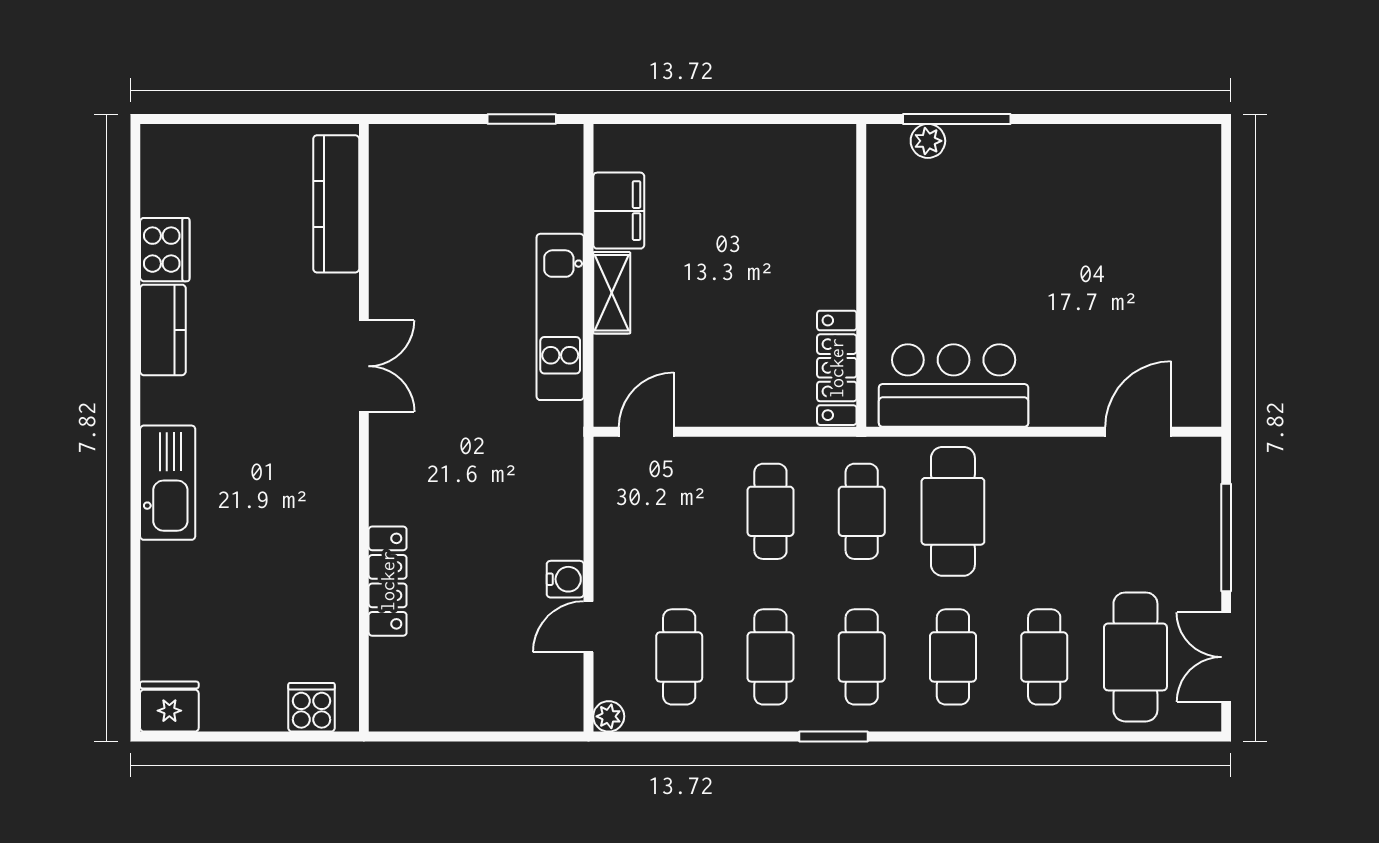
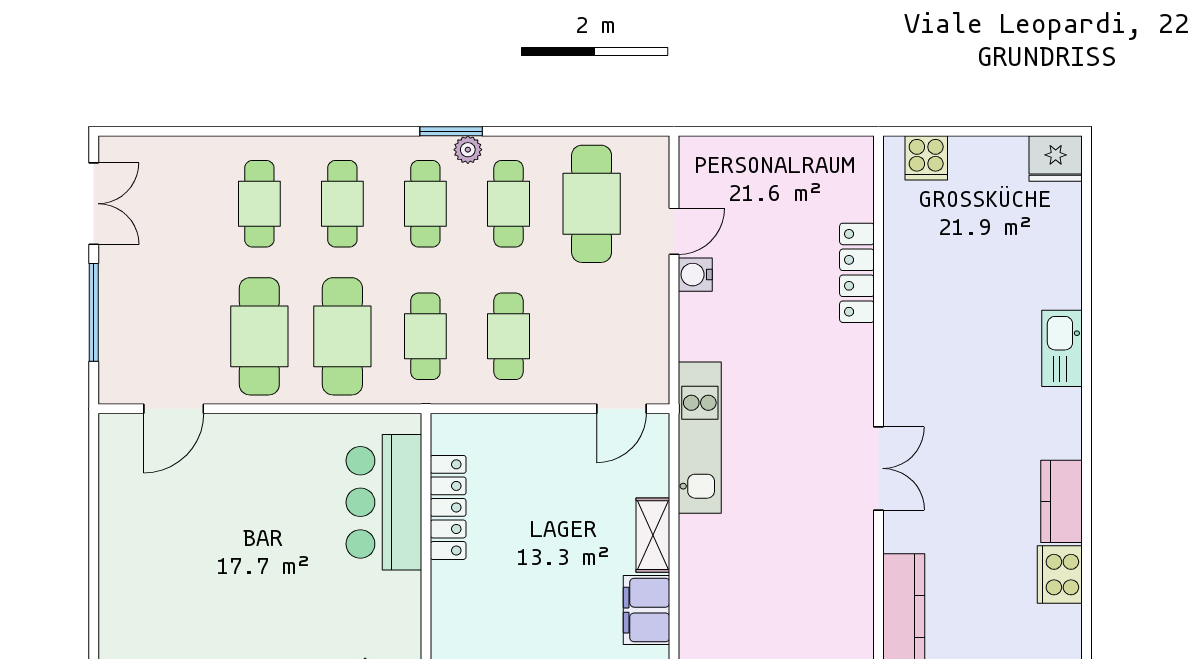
kitchen unit: (560, 317) -> (700, 438), moved
double door: (364, 366) -> (878, 468), swing flipped
locker: (837, 368) -> (448, 507), moved
bar counter: (954, 386) -> (384, 502), moved, turned 90
kitchen sink: (168, 483) -> (1062, 348), width x0.73, depth x0.81
cafe table: (679, 657) -> (592, 204), width x1.37, depth x1.35
cafe table: (1135, 657) -> (259, 336), moved
plant: (609, 716) -> (468, 150), moved

